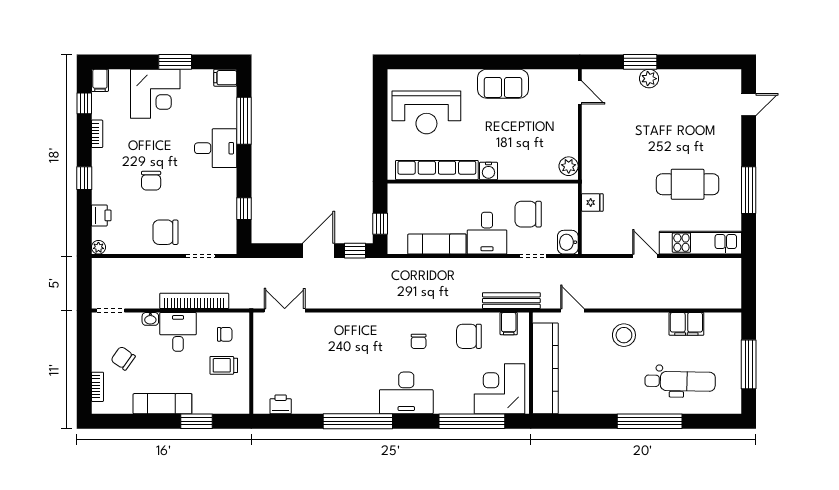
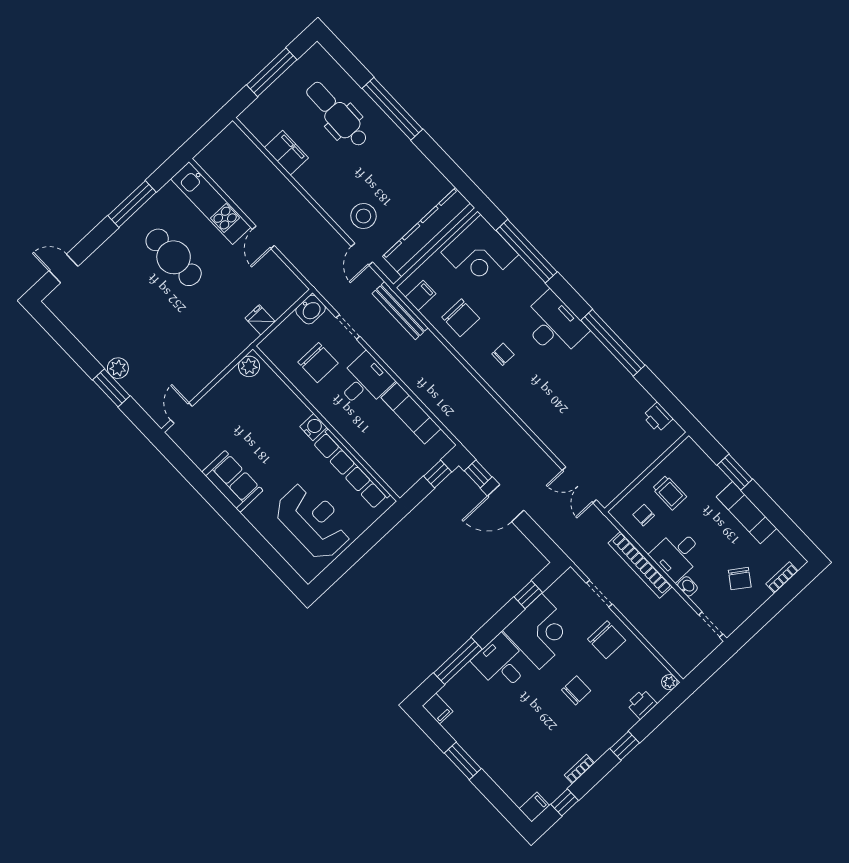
corner desk: (155, 94) -> (541, 631), moved, turned 90
stool: (624, 335) -> (363, 216), moved

